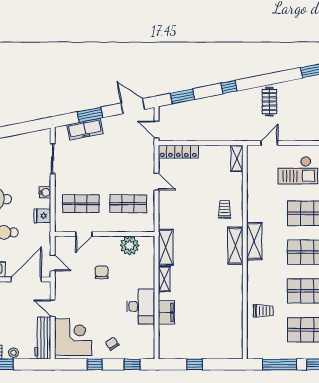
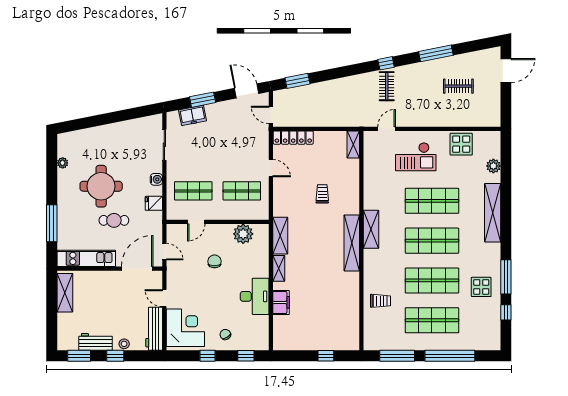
window: (229, 87) -> (386, 63), moved
freezer: (85, 129) -> (193, 115), width x0.71
trolley: (225, 209) -> (322, 194), moved
shelving: (235, 246) -> (352, 243), width x1.47
window: (195, 364) -> (326, 356), moved

